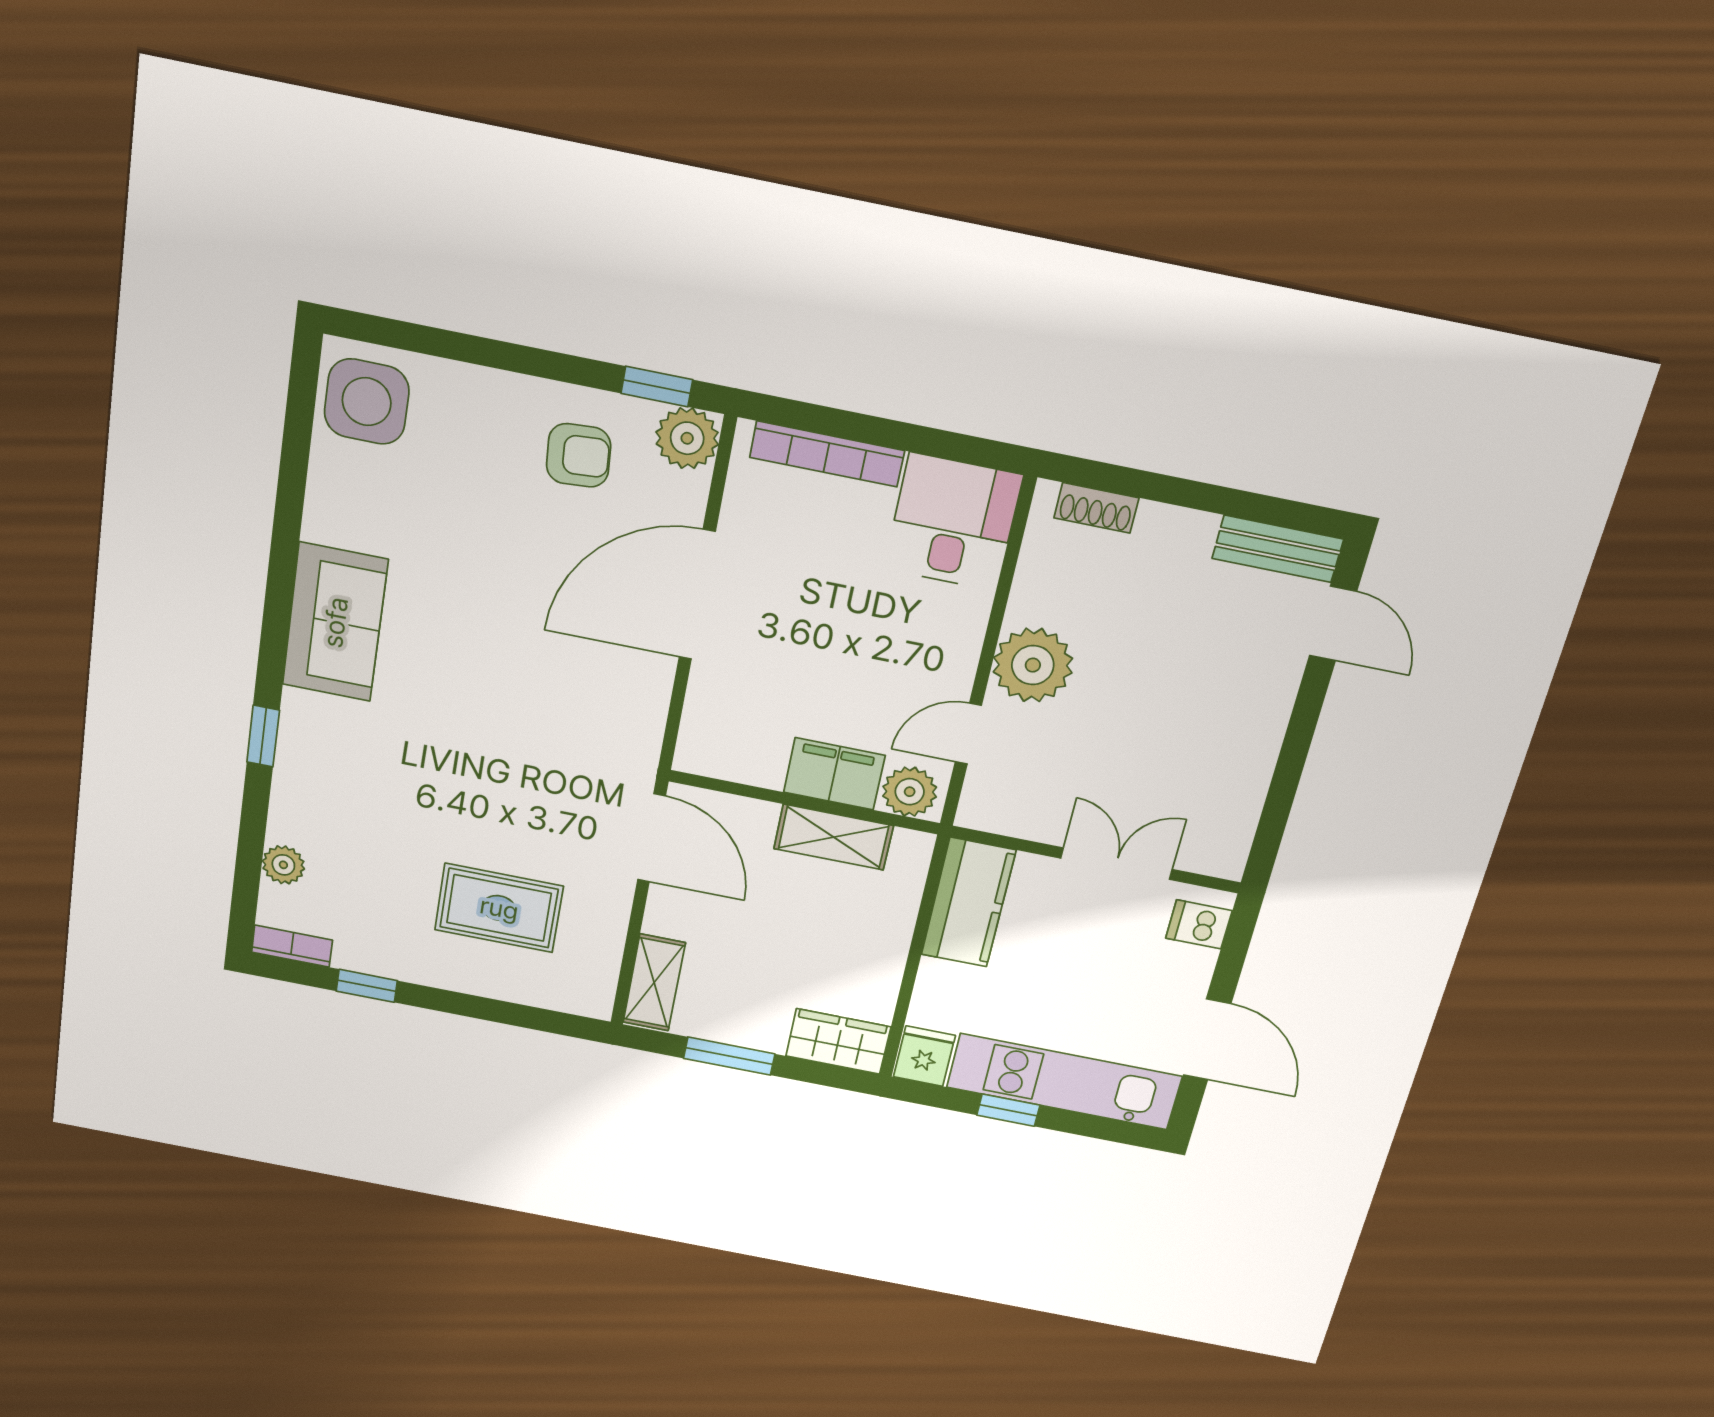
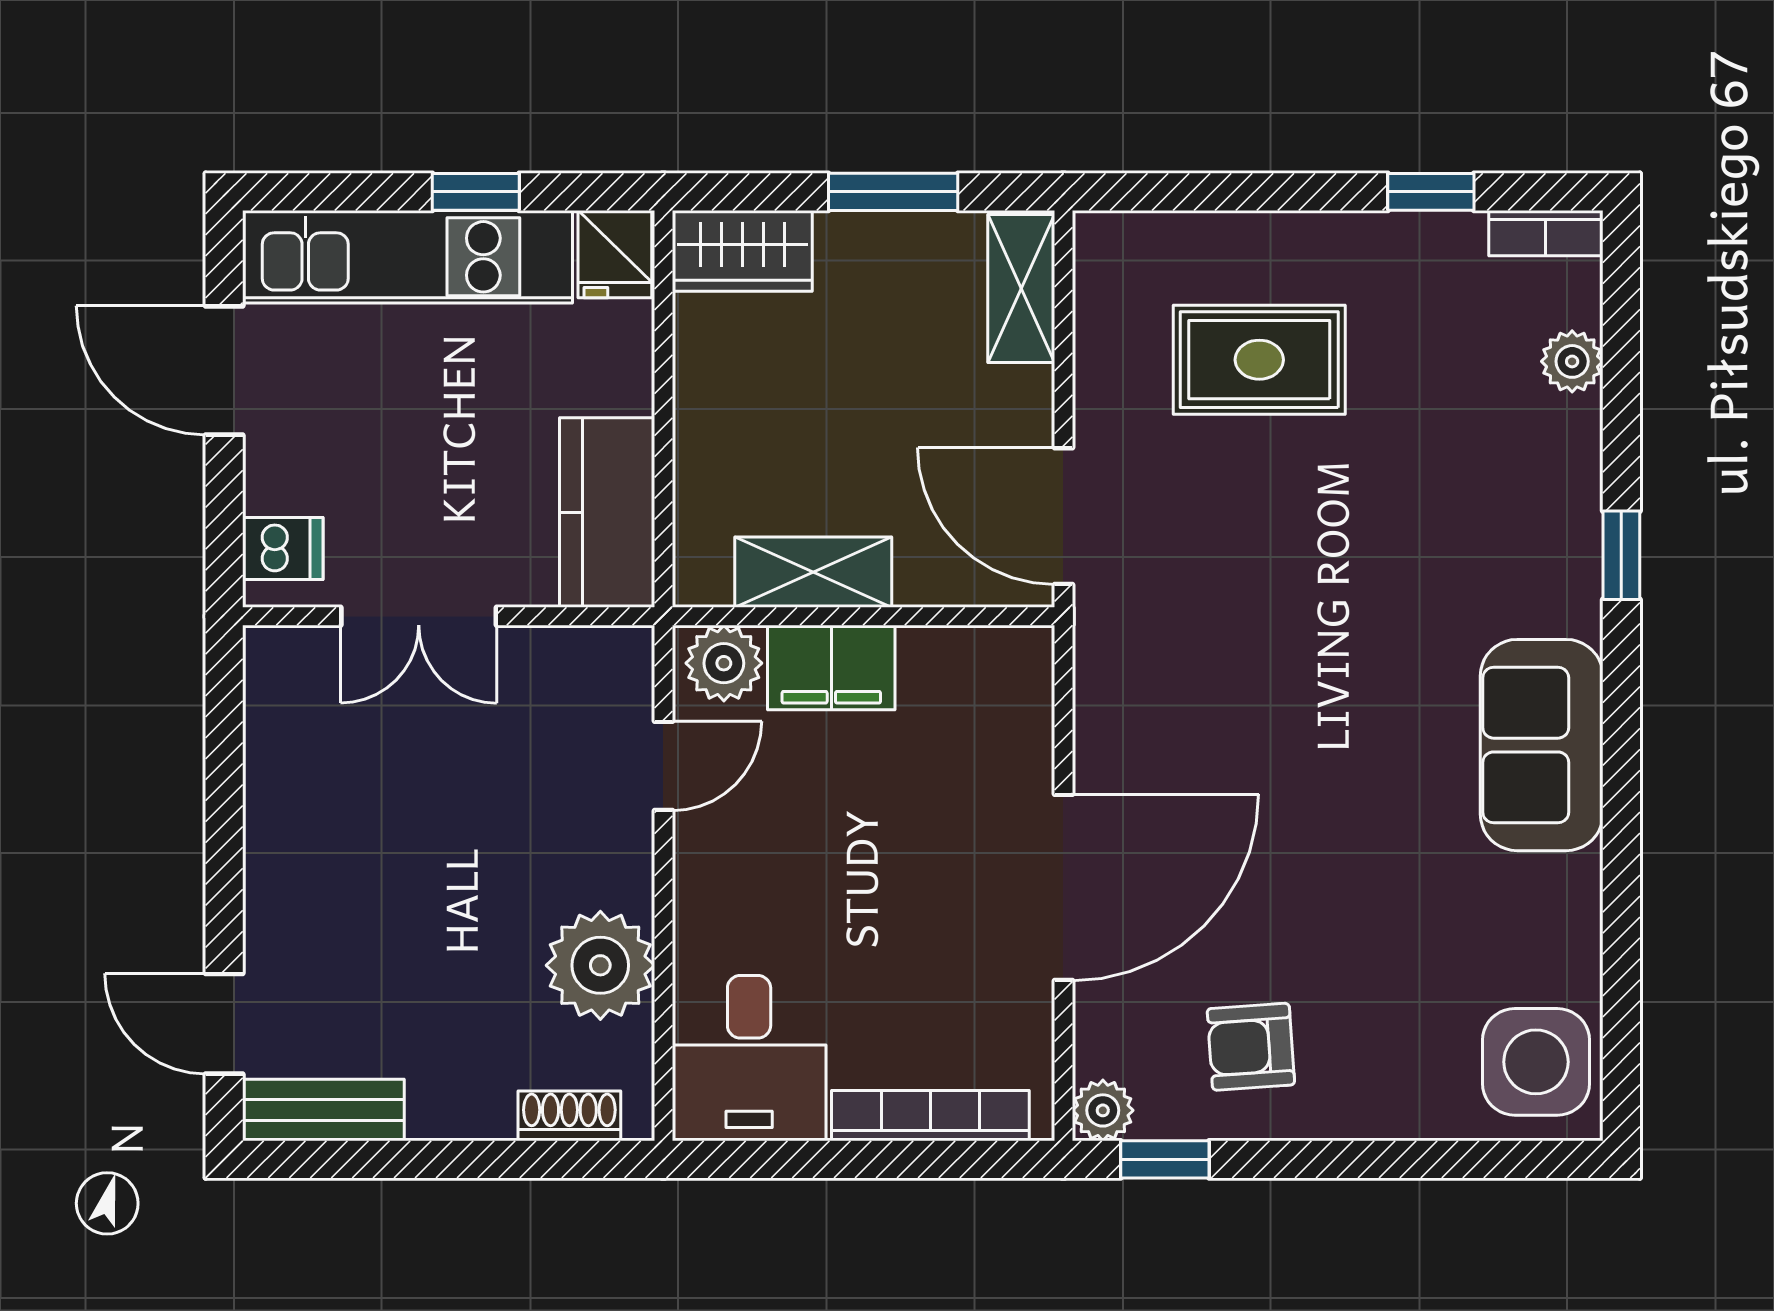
plant: (687, 438) -> (1103, 1110), width x0.73, depth x0.73
plant: (1033, 665) -> (600, 965), moved

